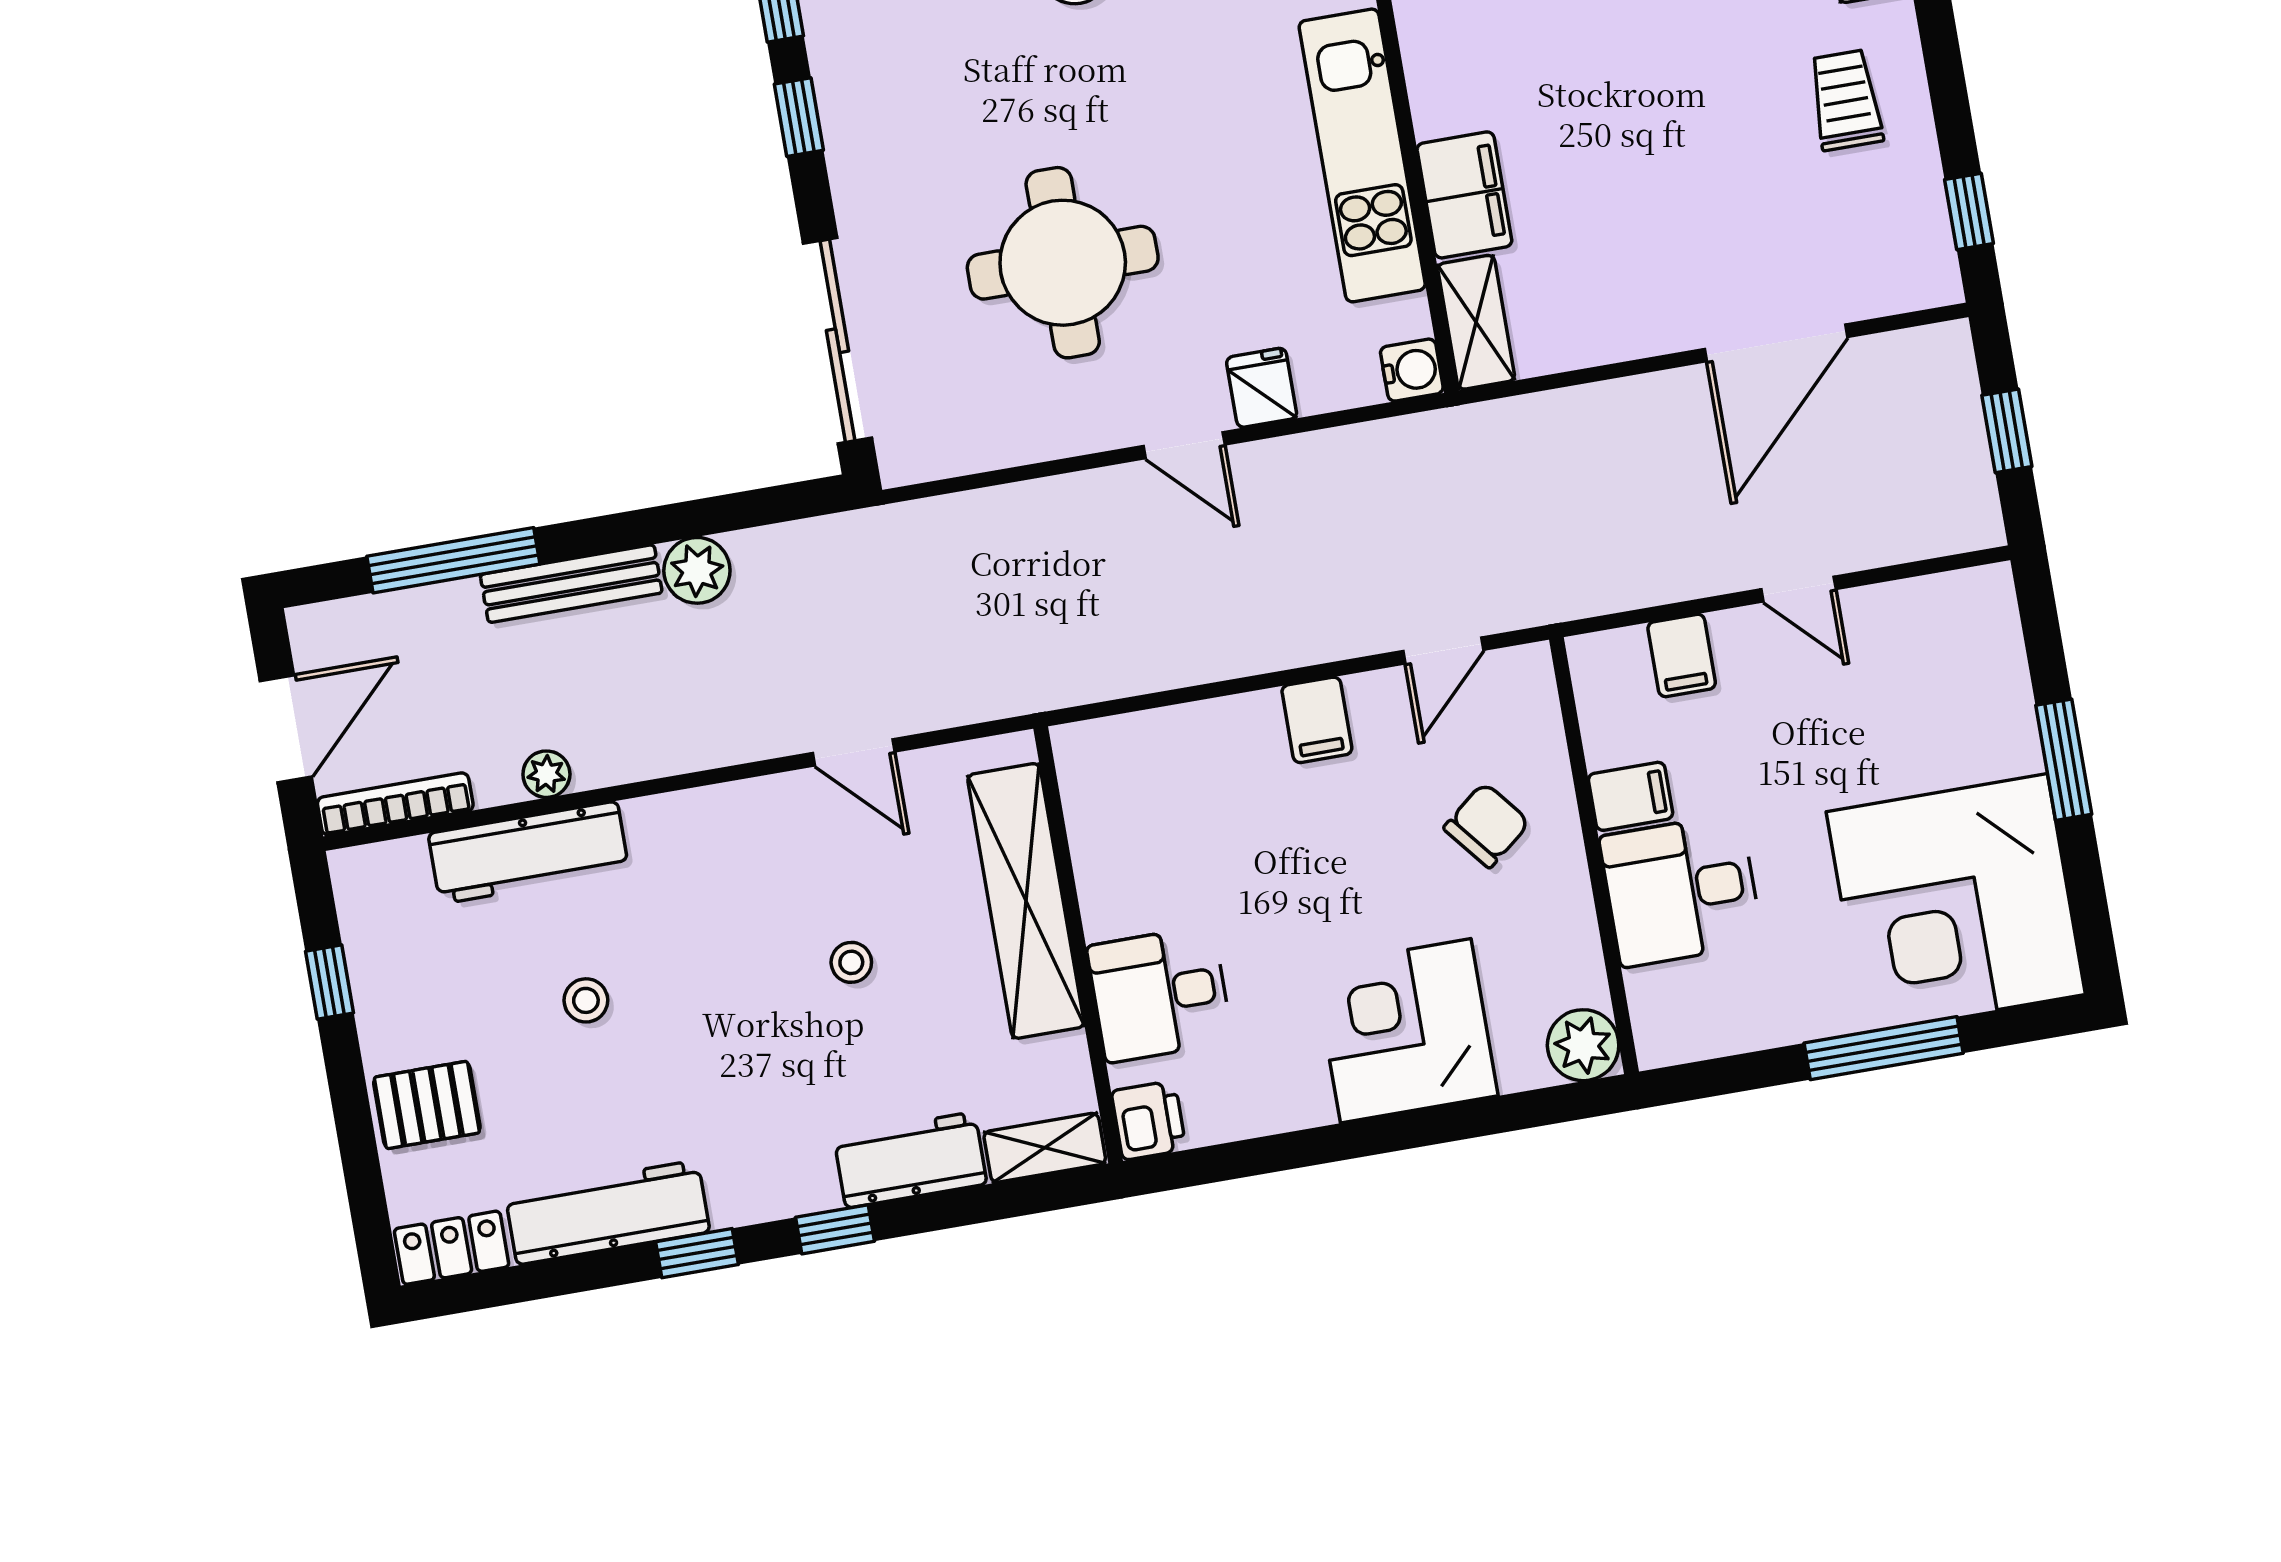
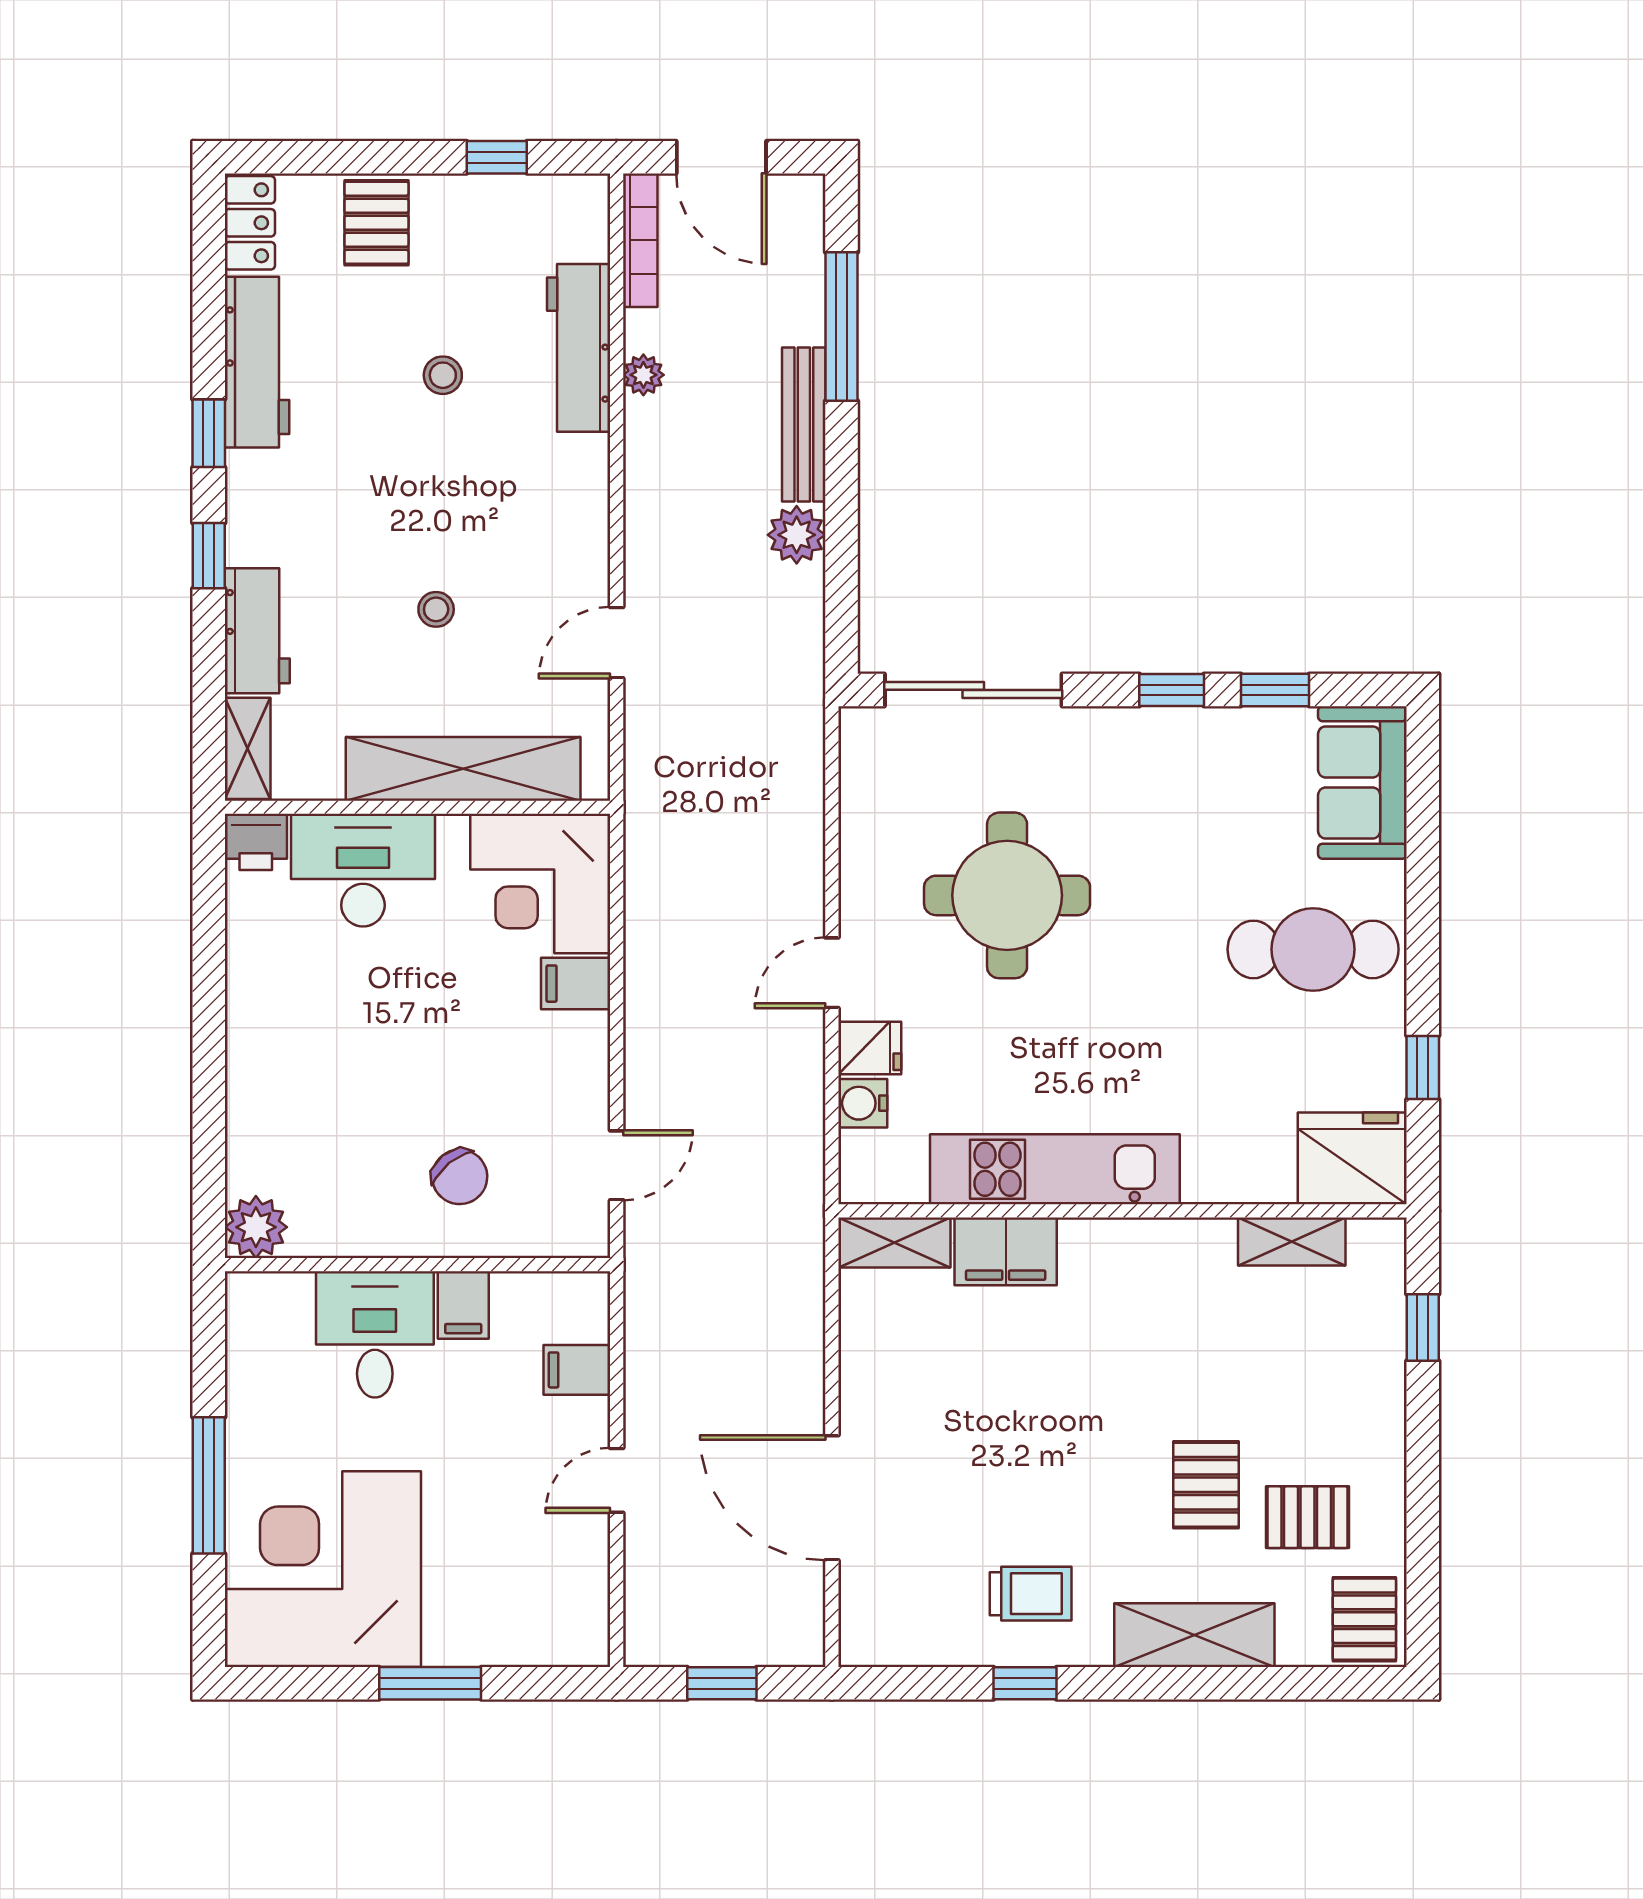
window: (1969, 211) -> (1025, 1683), moved
water cooler: (1412, 370) -> (863, 1103), moved, turned 90
door: (1443, 650) -> (617, 1165), swing flipped
filing cabinet: (1317, 720) -> (576, 984), moved
desk: (1160, 994) -> (363, 870), width x1.37
corner desk: (1406, 1031) -> (540, 884), moved, turned 180

